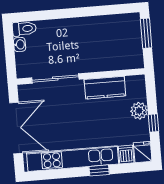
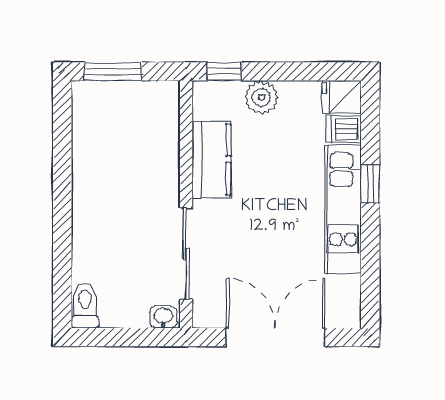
washbasin: (20, 44) -> (163, 317), moved
window: (153, 123) -> (224, 71), moved
kitchen unit: (73, 159) -> (343, 210), width x0.73

